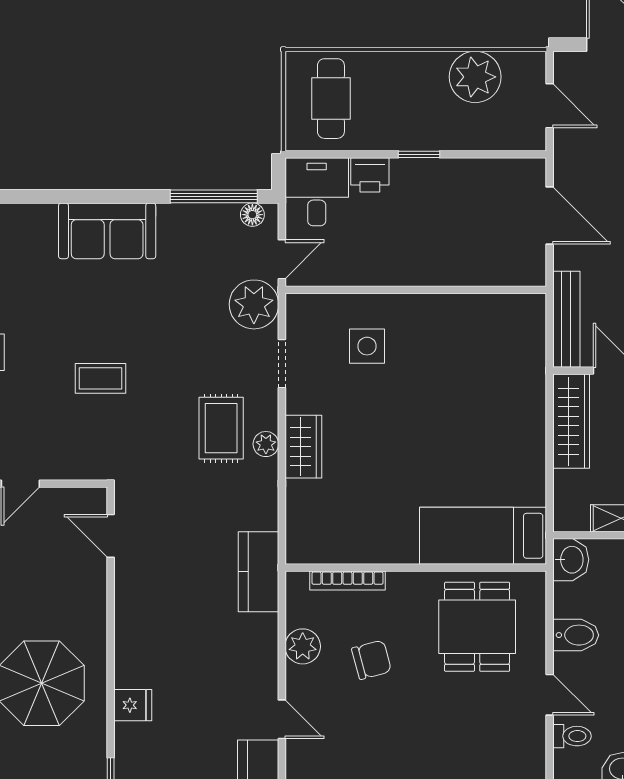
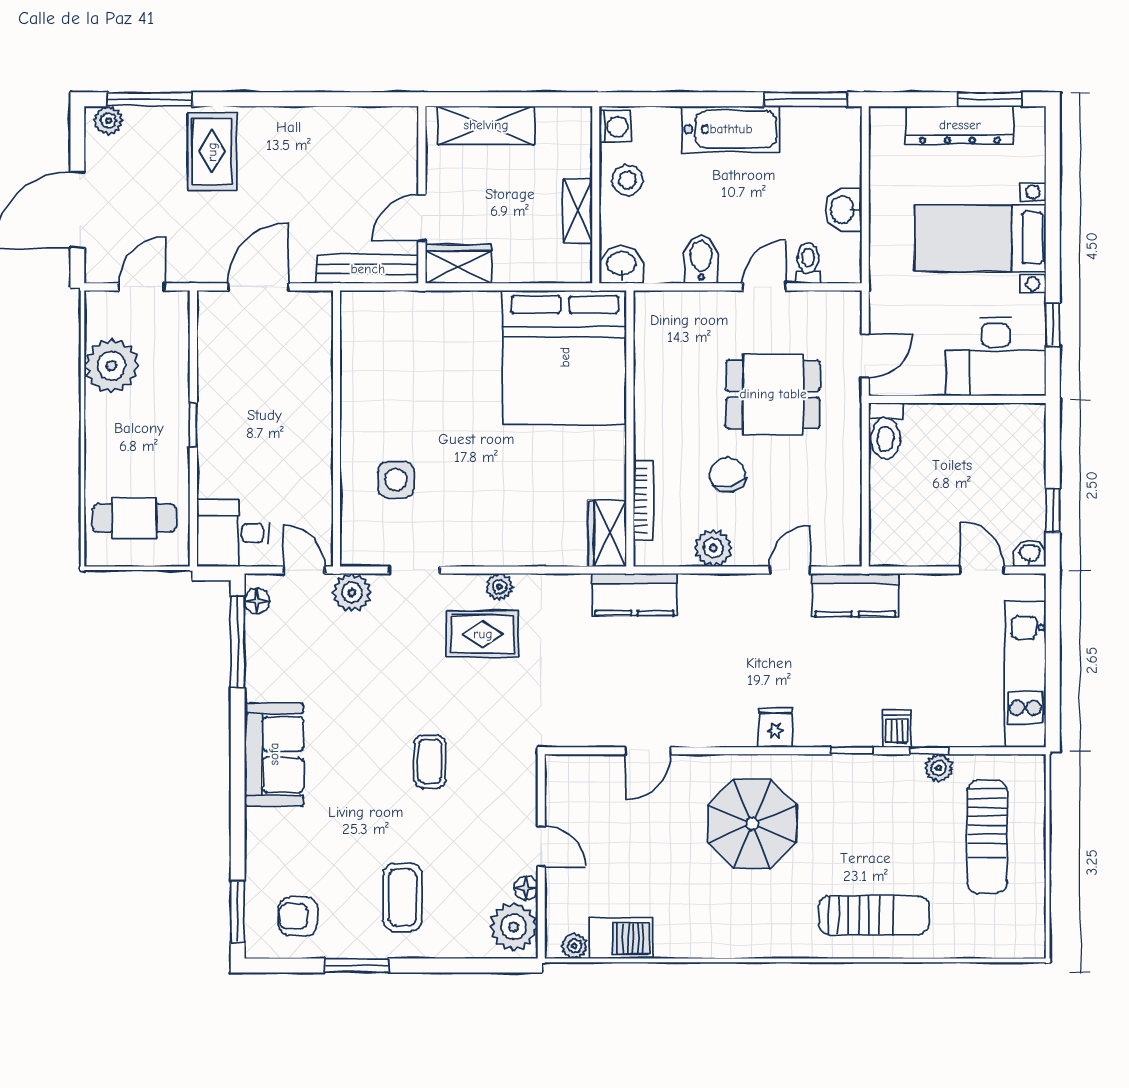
printer: (370, 175) -> (215, 477), removed
plant: (254, 304) -> (352, 592), width x0.73, depth x0.73
wardrobe: (571, 421) -> (459, 264), width x0.67
wardrobe: (303, 447) -> (607, 533), moved, turned -90
door: (111, 536) -> (648, 751), moved
bed: (483, 536) -> (565, 357), width x2.04
dining table: (477, 627) -> (773, 394), moved

